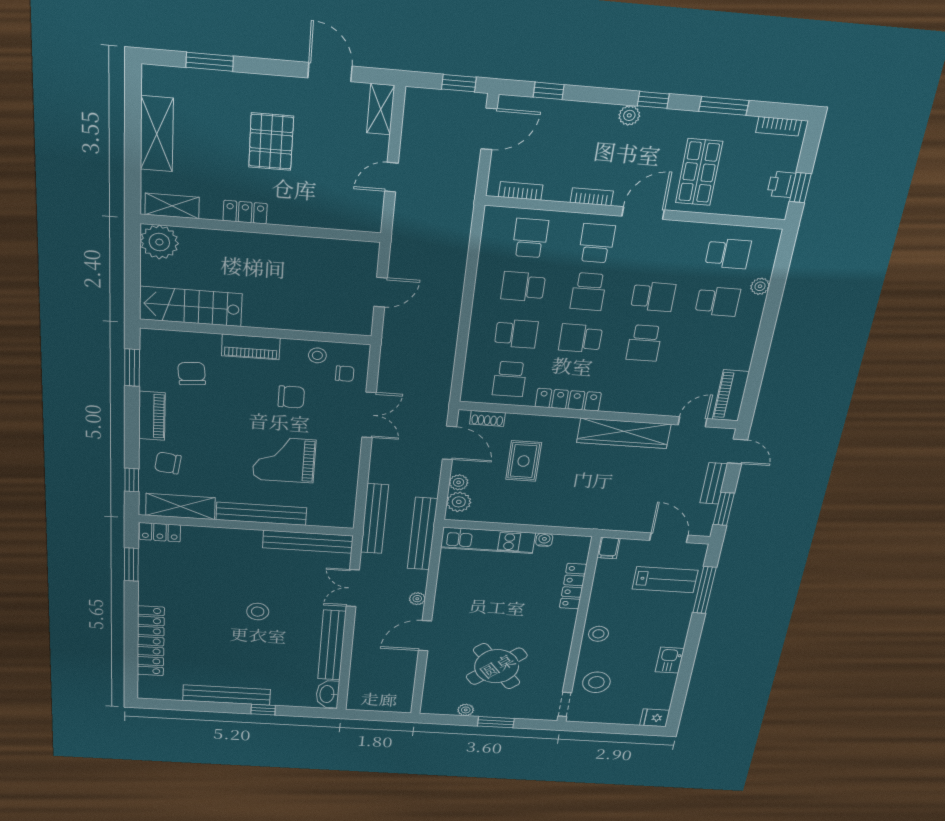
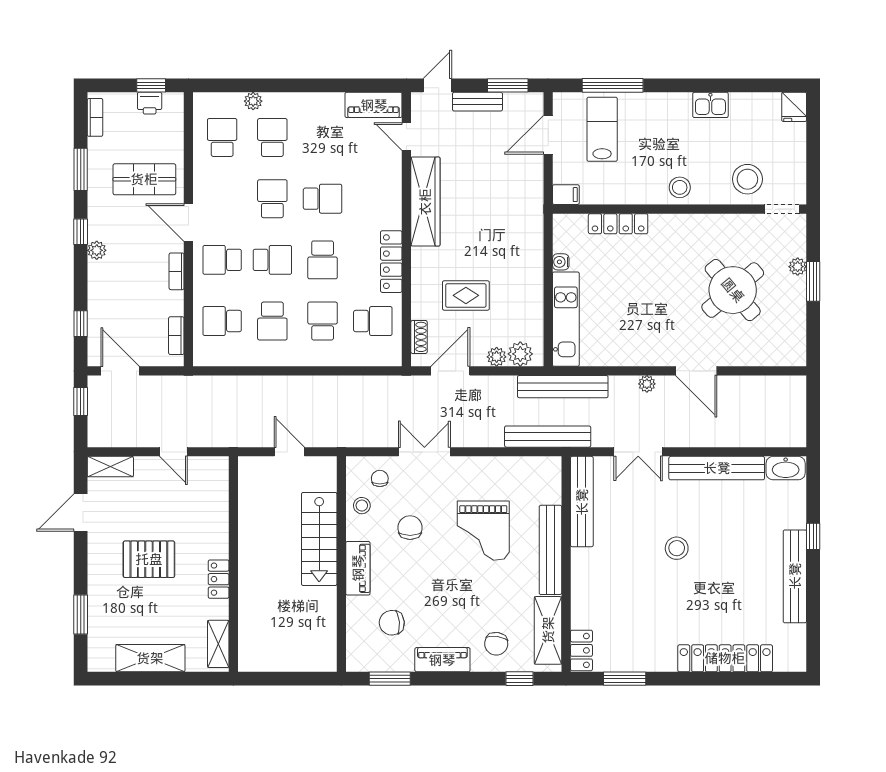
plant: (159, 242) -> (255, 655), removed
stairs: (191, 307) -> (319, 539), moved
plant: (466, 710) -> (798, 267), moved

